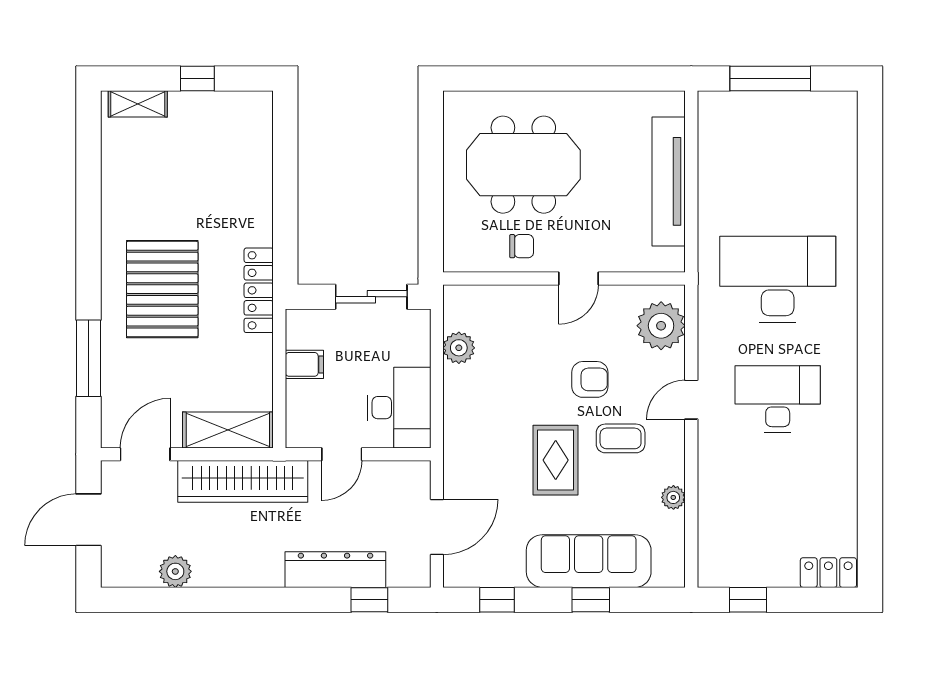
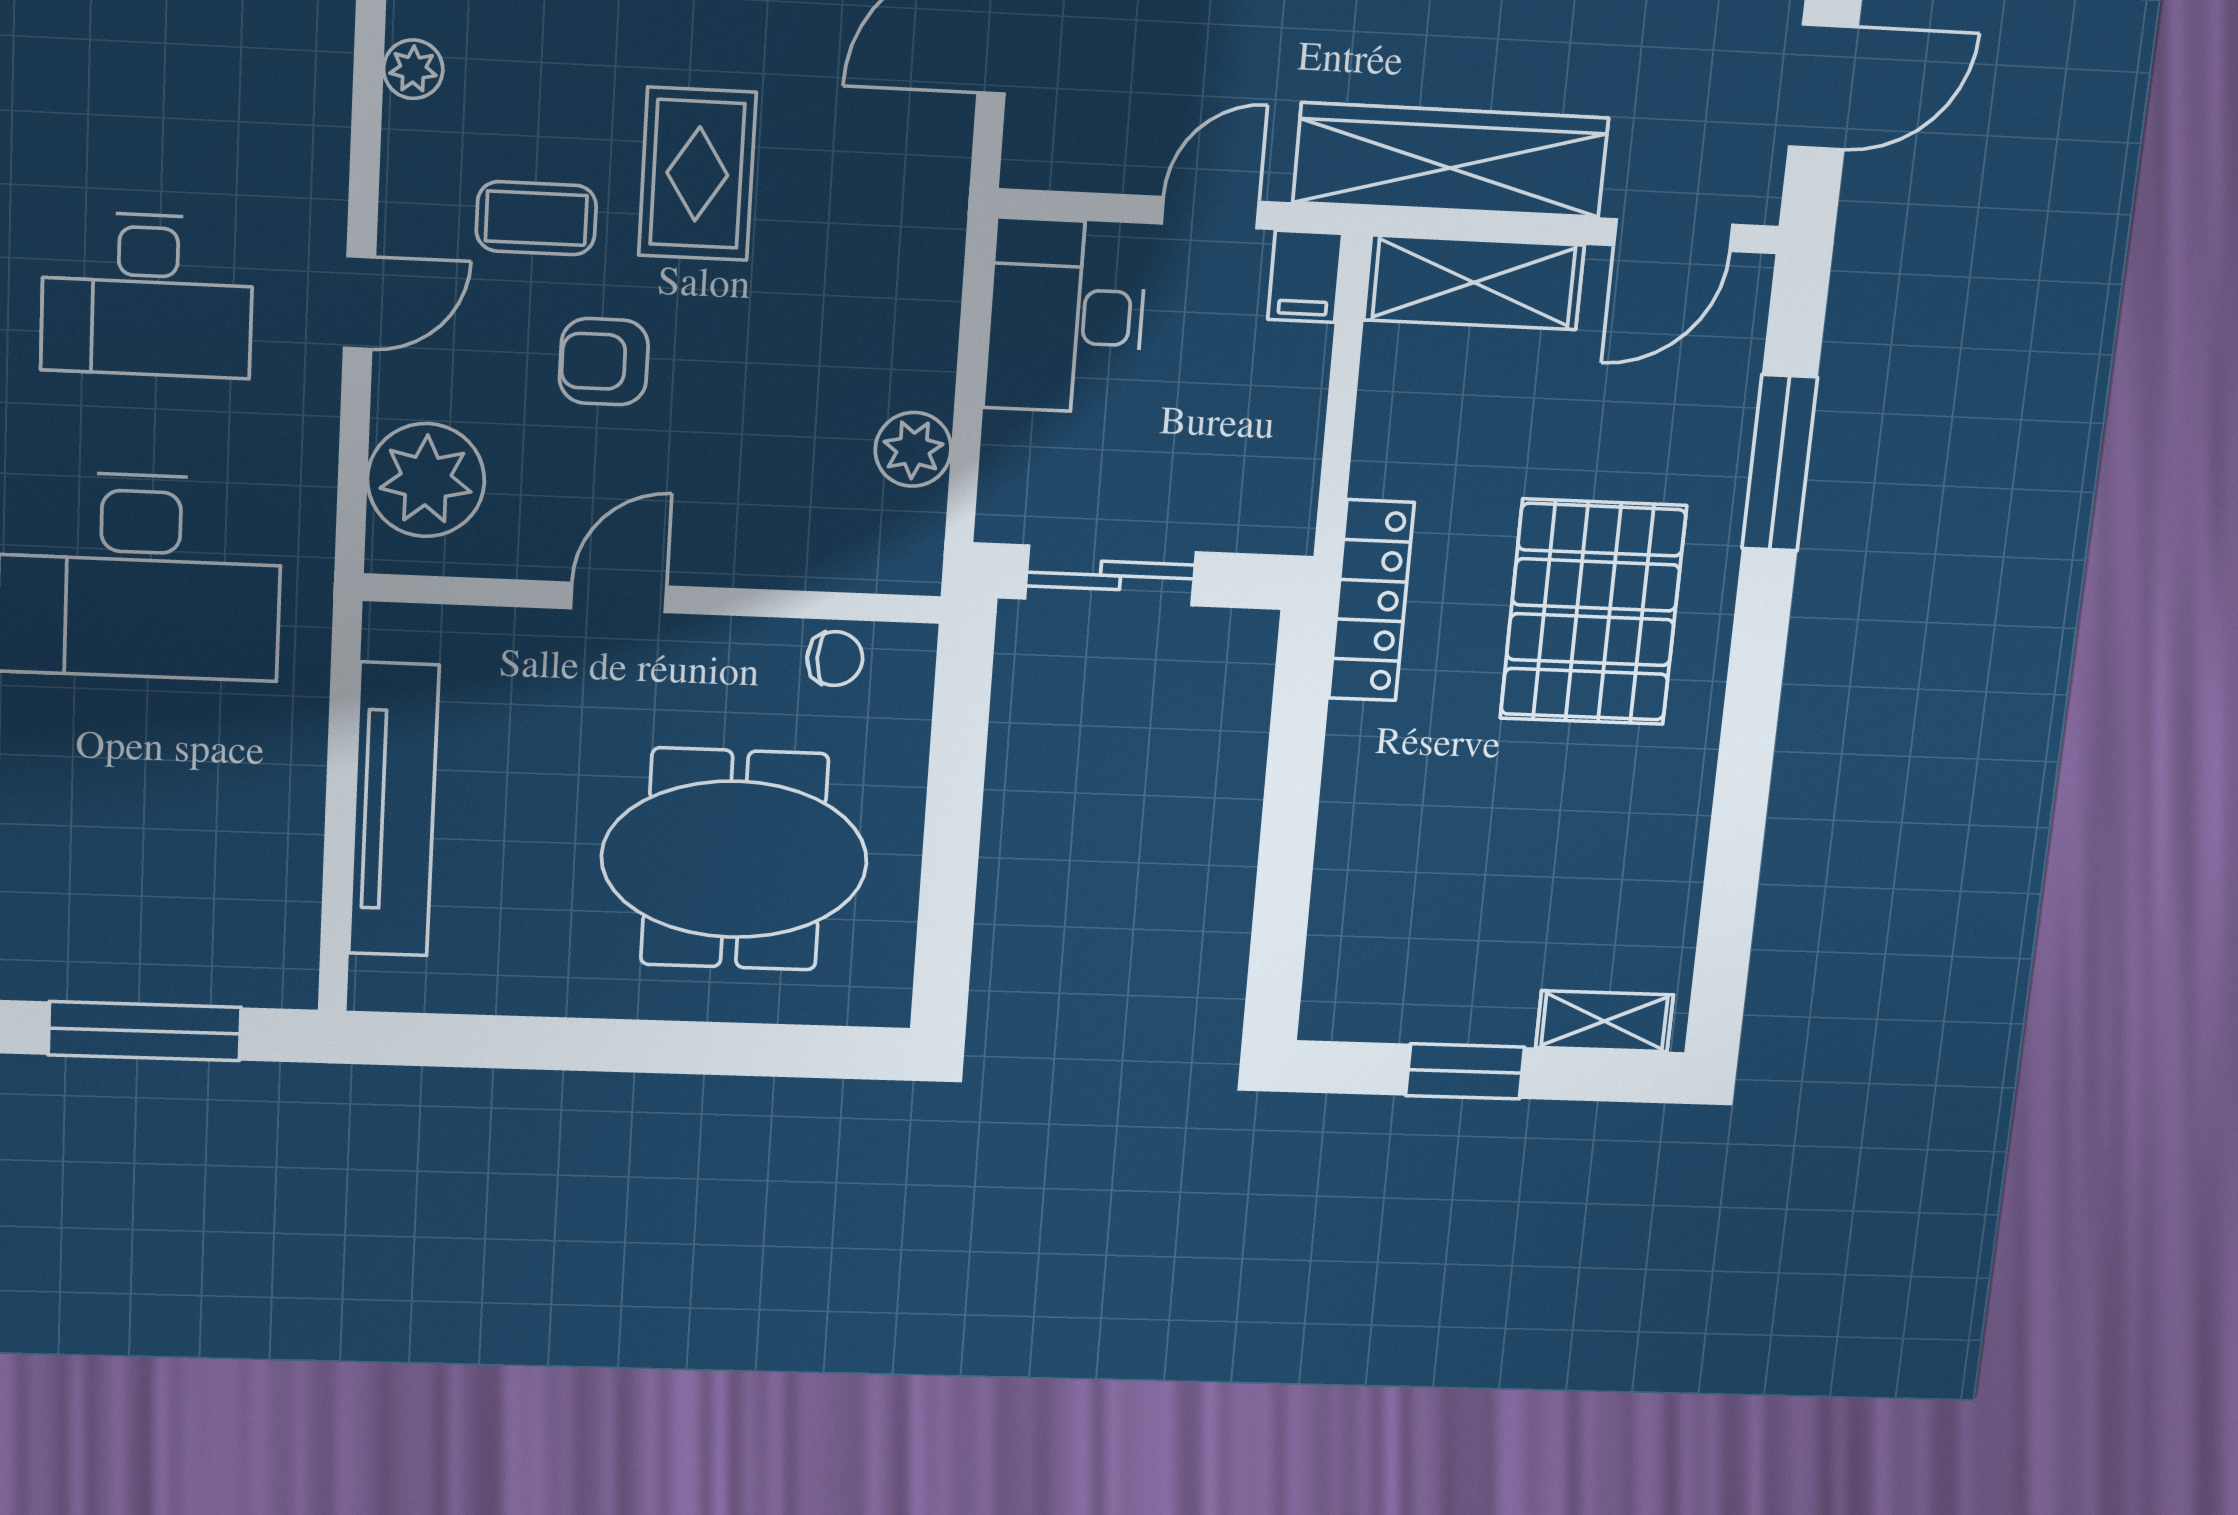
window: (197, 79) -> (1465, 1071), width x1.50
chair: (522, 246) -> (835, 659), moved, turned 180
filing cabinet: (304, 364) -> (1305, 276), moved, turned -90

